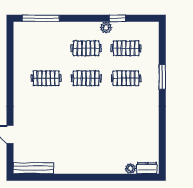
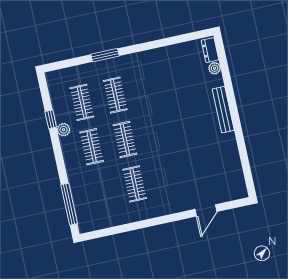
bench: (33, 168) -> (223, 110), moved

